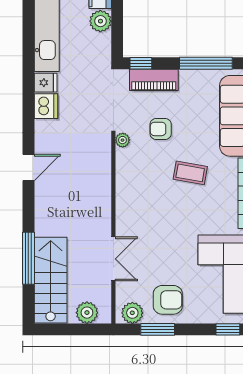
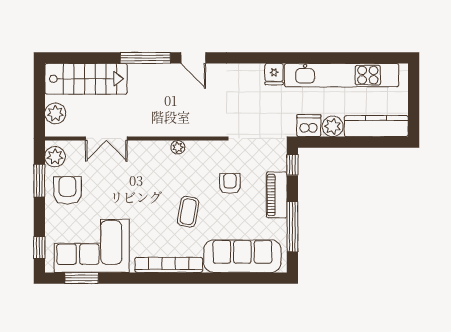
piano: (154, 80) -> (277, 195), moved
dishwasher: (46, 106) -> (309, 126), moved, turned 180
plant: (123, 140) -> (178, 147), moved
window: (28, 258) -> (145, 58), moved
armchair: (168, 300) -> (67, 190), turned 180

